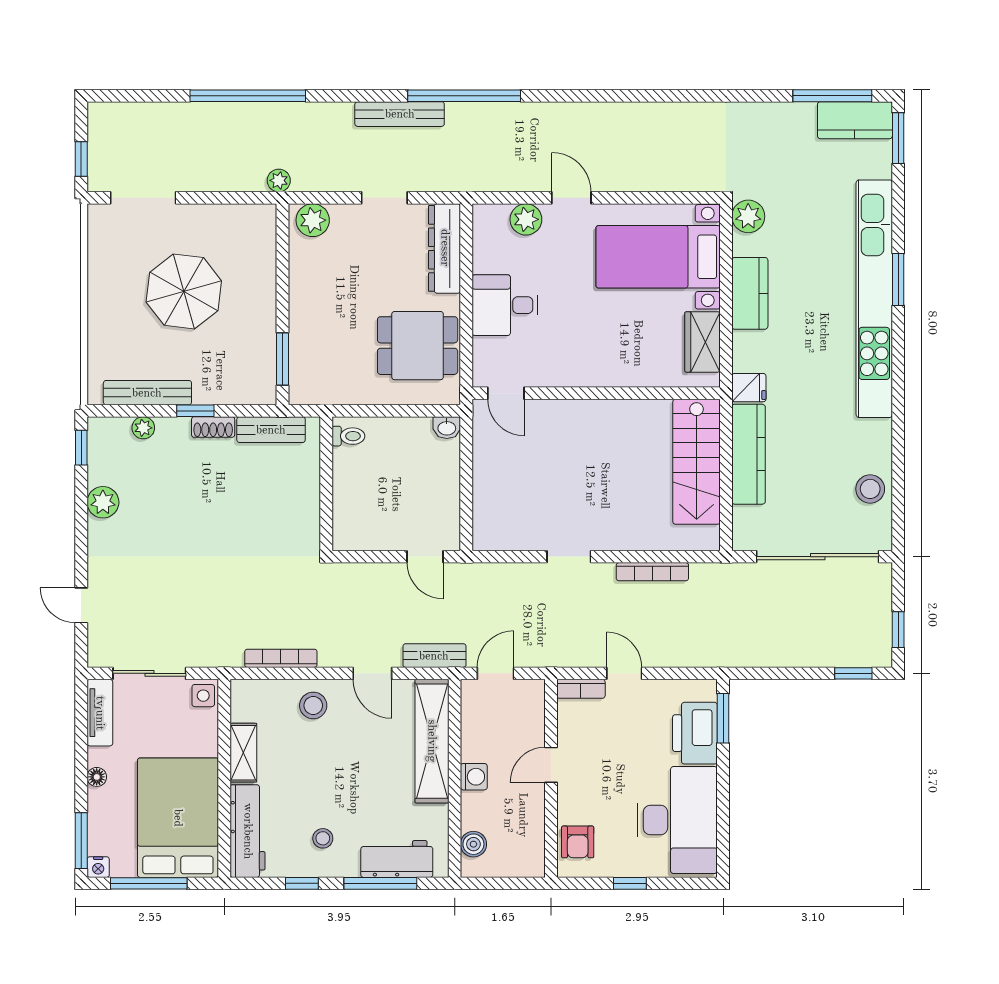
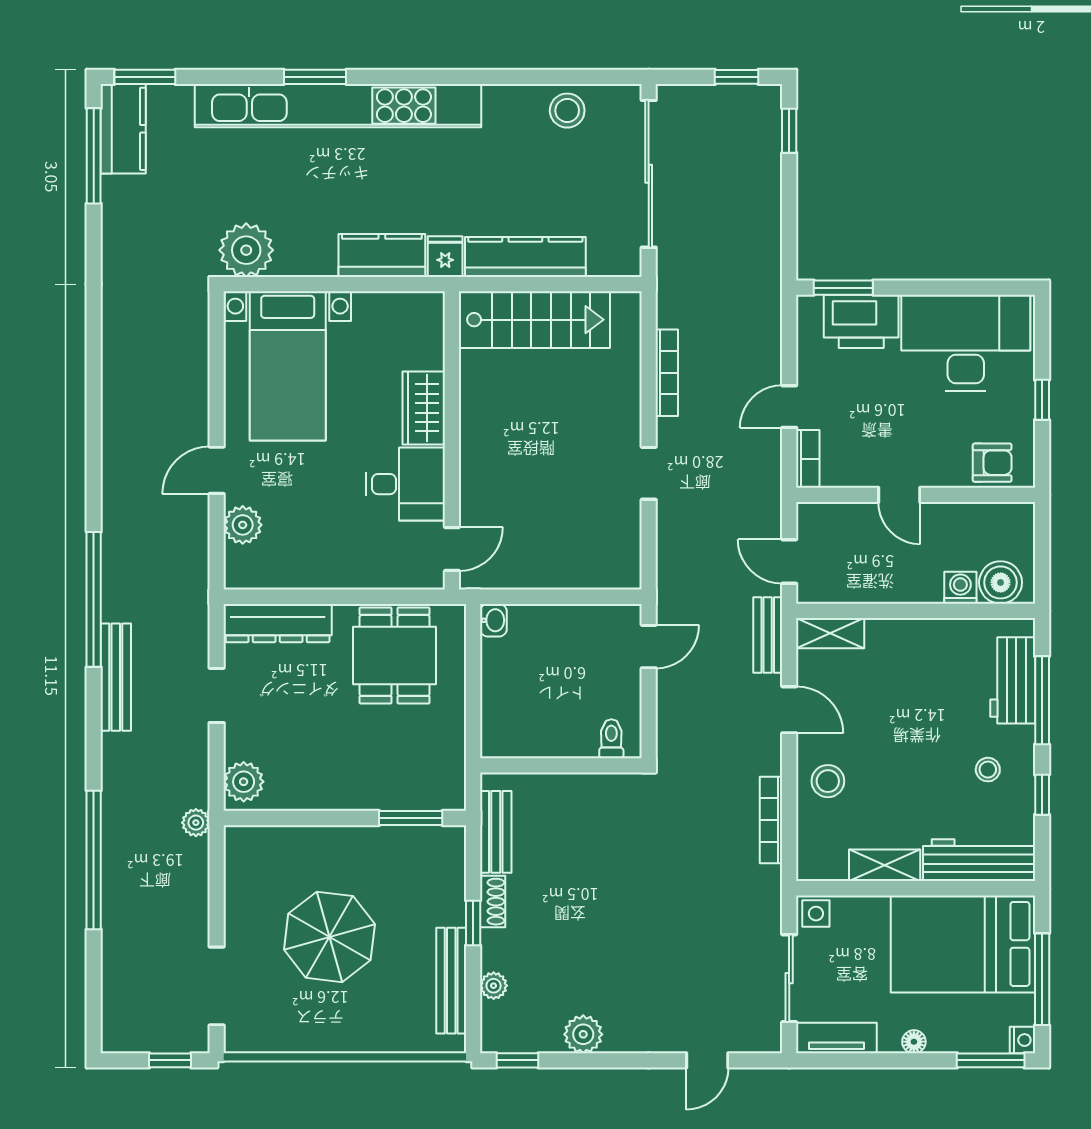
plant: (748, 216) -> (246, 250), width x1.36, depth x1.36
kitchen counter: (750, 293) -> (382, 255), moved
desk: (505, 305) -> (405, 484), moved, turned -90
wardrobe: (703, 342) -> (424, 408), moved, turned 90
toilet: (348, 436) -> (611, 739), moved
door: (372, 673) -> (789, 710), hinge flipped
shelving: (432, 741) -> (830, 633), width x0.45, depth x0.75
washing machine: (474, 777) -> (960, 588), moved
boiler: (473, 844) -> (1001, 582), width x1.36, depth x1.36

